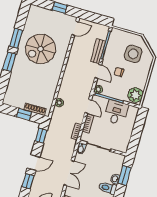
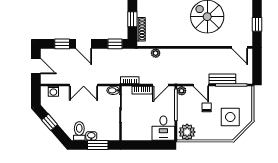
door: (98, 71) -> (201, 85), hinge flipped
desk: (116, 112) -> (163, 128), moved, turned 90

